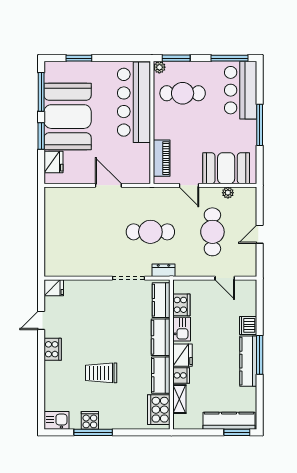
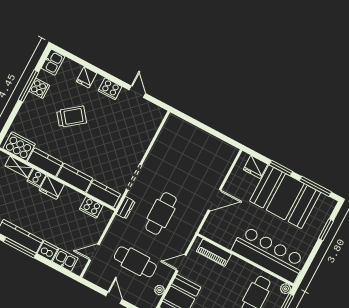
fridge: (54, 288) -> (86, 77), moved
kitchen sink: (182, 329) -> (65, 260), moved, turned 180
trolley: (101, 373) -> (72, 117), turned 52

